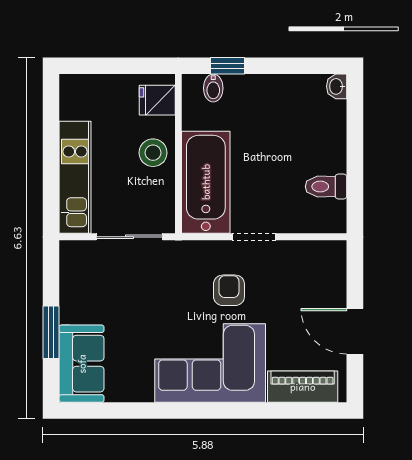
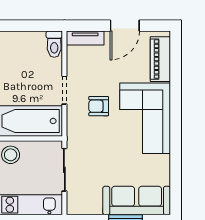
toilet: (326, 187) -> (54, 44), moved
tv unit: (336, 269) -> (85, 38), added
sofa: (82, 364) -> (137, 201), width x1.36

